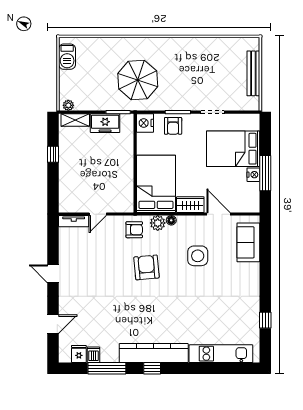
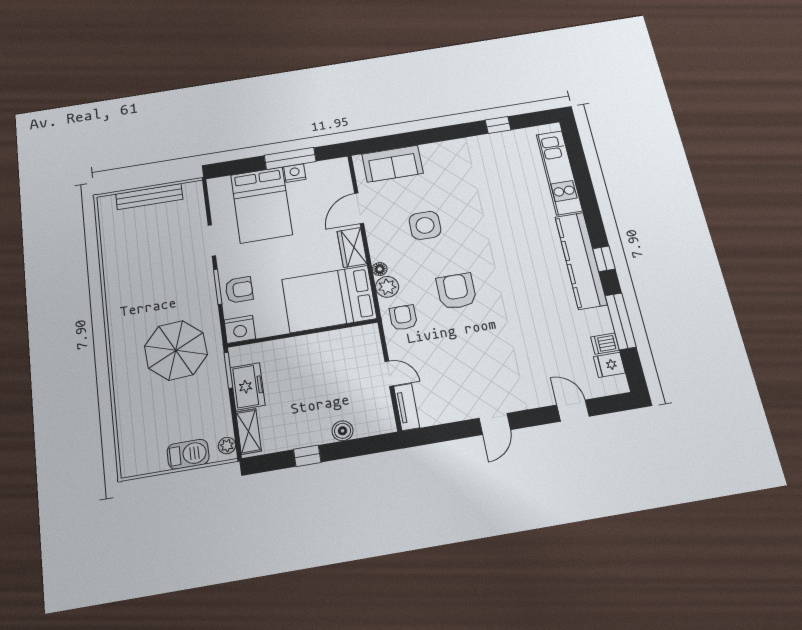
barbecue: (67, 57) -> (188, 454), moved
boiler: (65, 179) -> (343, 431), added
armchair: (146, 267) -> (456, 291), turned 95

